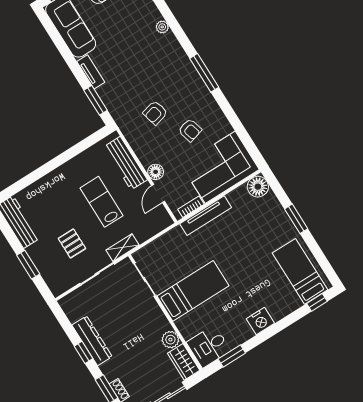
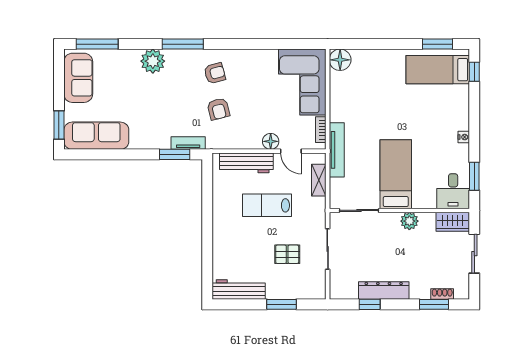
plant: (162, 27) -> (153, 61), width x1.88, depth x1.88
tv unit: (91, 72) -> (188, 143), moved
window: (204, 73) -> (183, 44), moved
armchair: (190, 130) -> (215, 73), moved
tv unit: (206, 216) -> (337, 150), moved
window: (296, 219) -> (438, 44), moved
shelving: (123, 248) -> (319, 180), moved
nightstand: (260, 321) -> (464, 137), width x0.53, depth x0.56
plant: (170, 340) -> (409, 221), moved
window: (83, 352) -> (370, 304), moved

